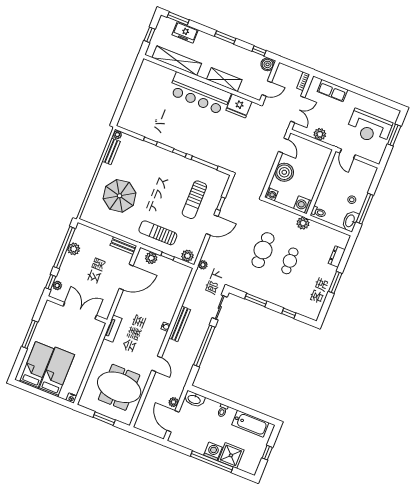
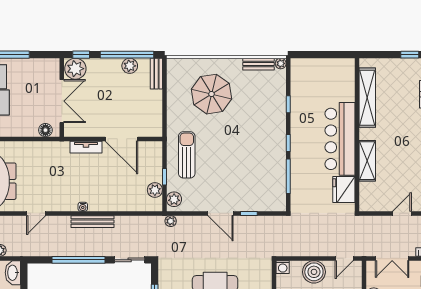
shelving: (177, 61) -> (367, 98), moved
wall: (202, 79) -> (357, 135), moved
shelving: (224, 80) -> (367, 161), moved
door: (267, 88) -> (402, 213), swing flipped
bar counter: (200, 94) -> (340, 139), moved
fridge: (239, 106) -> (344, 190), moved
sun lounger: (194, 200) -> (241, 182), removed
bench: (123, 246) -> (156, 74), moved
plant: (151, 258) -> (155, 190), moved
plant: (57, 285) -> (75, 69), width x1.88, depth x1.88
tv unit: (113, 329) -> (86, 147), moved
floor lamp: (97, 332) -> (45, 130), added

